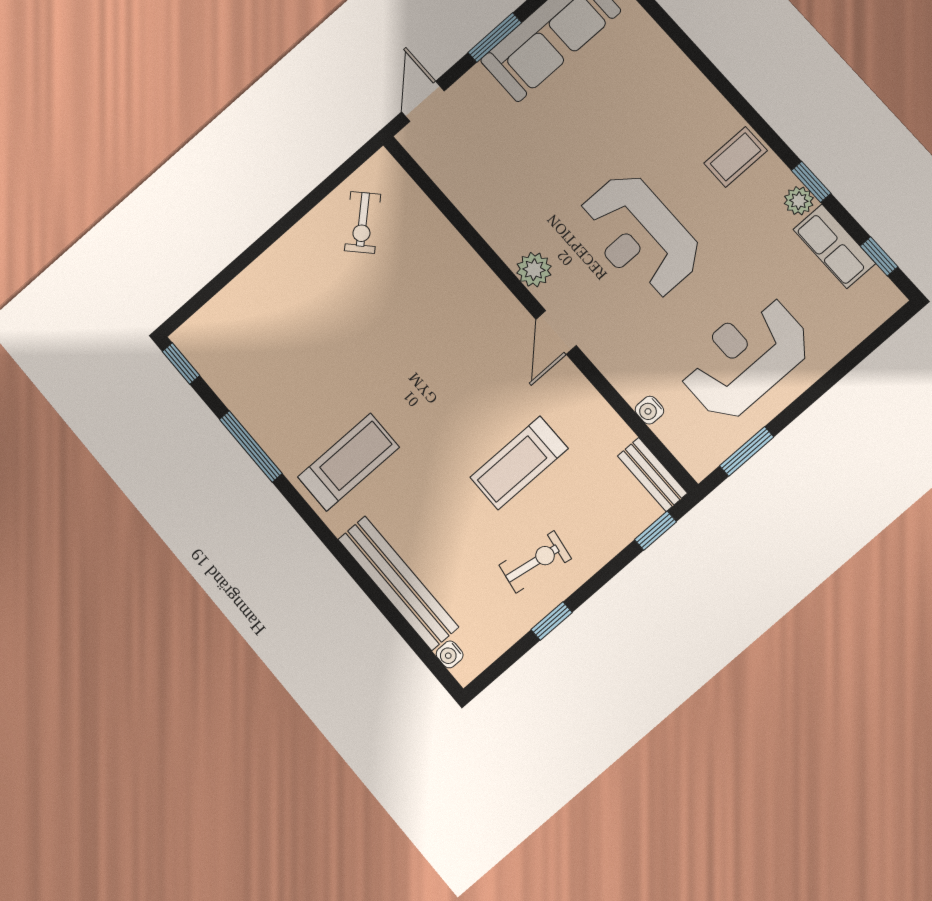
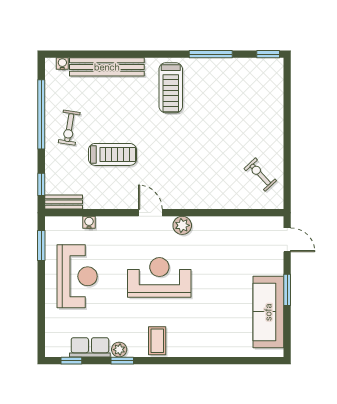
treadmill: (519, 463) -> (112, 154), turned 90
window: (552, 621) -> (41, 114), width x3.17

